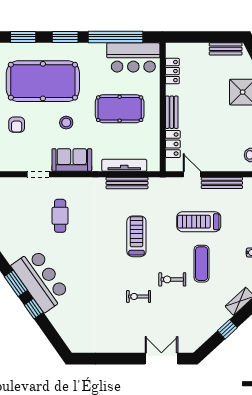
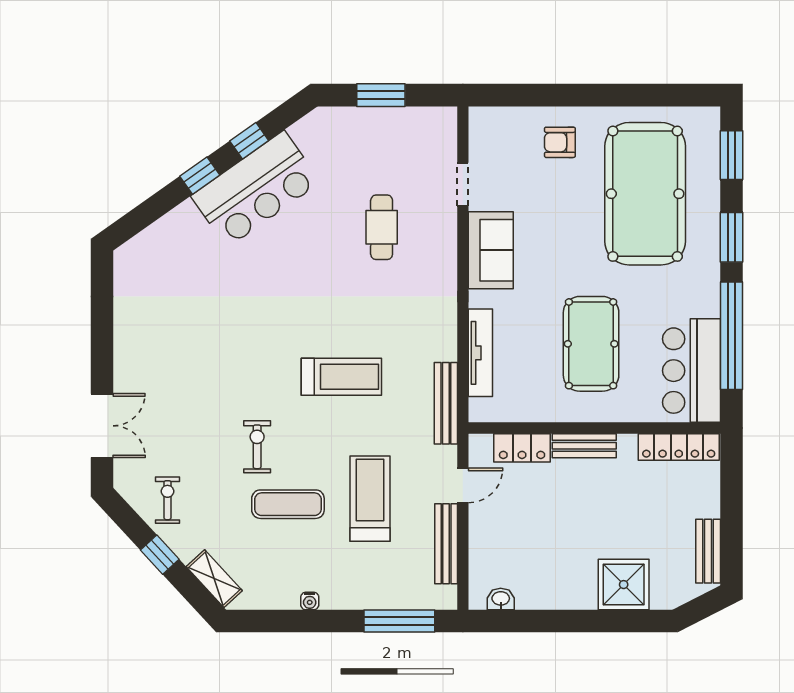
locker: (172, 71) -> (679, 447), width x1.53
stool: (66, 123) -> (564, 239), removed
bench: (127, 183) -> (446, 403), moved
cafe table: (60, 216) -> (382, 227), turned 90
window: (16, 283) -> (249, 141), width x0.67
exercise bike: (139, 296) -> (168, 500), moved

